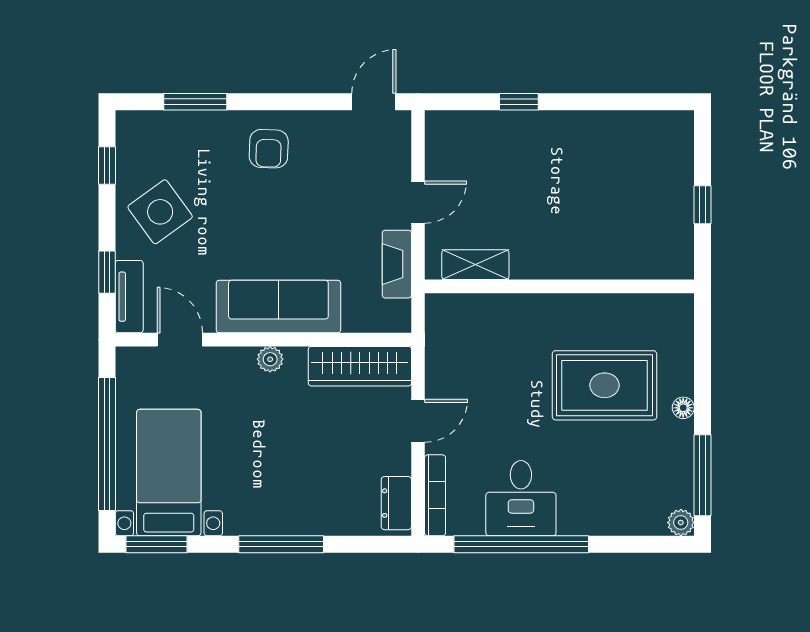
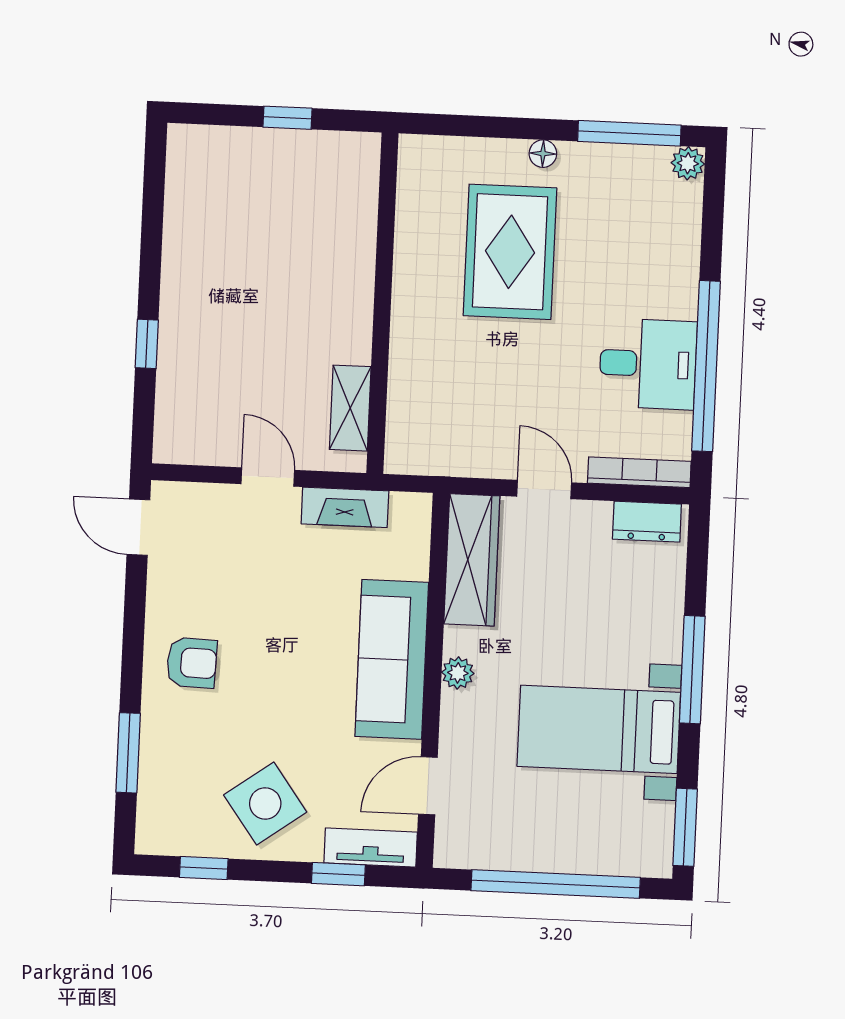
bed with nightstands: (169, 473) -> (599, 729), moved

